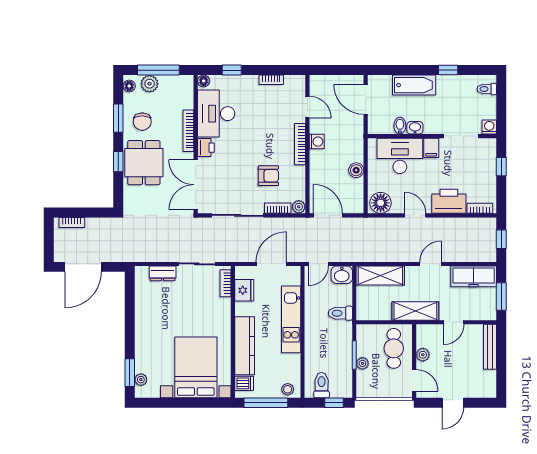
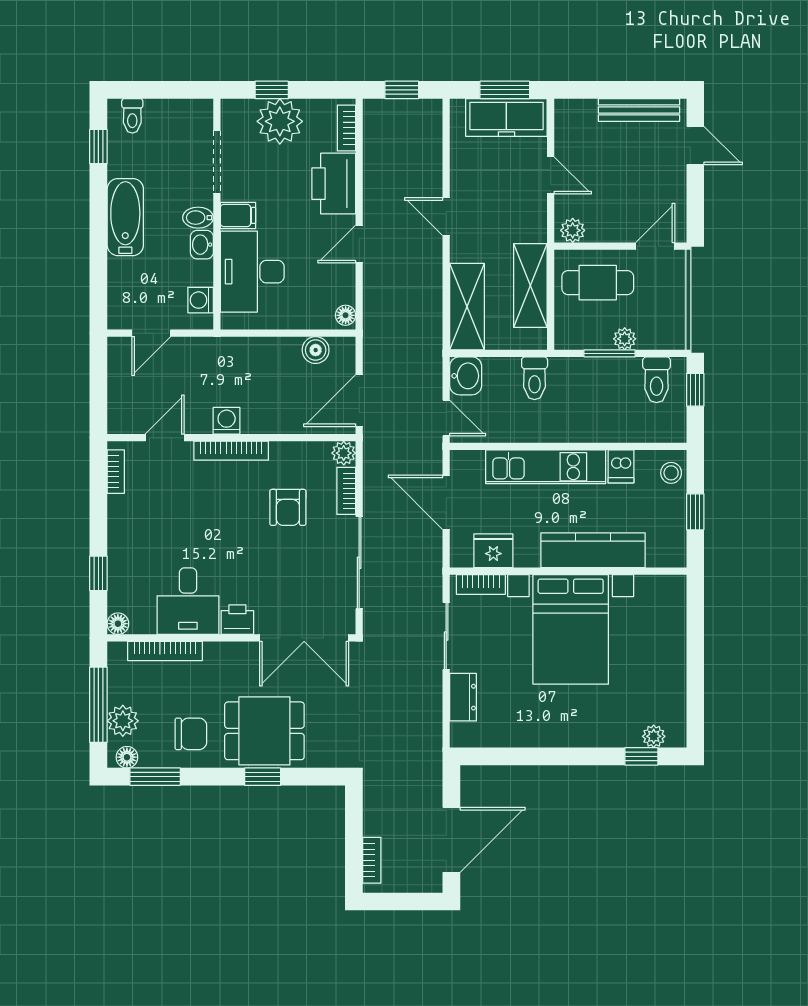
window: (448, 70) -> (98, 146), moved
bookcase: (271, 80) -> (116, 472), moved
bathtub: (414, 85) -> (125, 217), moved
door: (366, 100) -> (151, 333), width x0.73
desk: (216, 114) -> (188, 601), width x0.73
window: (118, 118) -> (155, 777), moved
bidet: (400, 126) -> (198, 218), moved
washing machine: (489, 127) -> (201, 300), moved
bookcase: (188, 131) -> (165, 651), moved
boiler: (356, 170) -> (316, 350), moved
plant: (484, 171) -> (280, 121), added
armchair: (268, 176) -> (288, 507), turned 180
floor lamp: (381, 203) -> (346, 315), width x0.53, depth x0.53
door: (83, 267) -> (451, 840), hinge flipped
freezer: (474, 276) -> (506, 117), moved, turned 90
shelving: (415, 311) -> (530, 285), moved
bench: (490, 347) -> (639, 110), moved
plant: (423, 355) -> (573, 230), moved
bed with nightstands: (196, 367) -> (571, 629), moved, turned -90
window: (130, 373) -> (641, 756), width x0.67
dishwasher: (244, 383) -> (621, 466), moved, turned 180
toilet: (322, 385) -> (657, 380), moved, turned -90
window: (266, 403) -> (695, 512), width x0.46
door: (453, 403) -> (695, 146), moved

